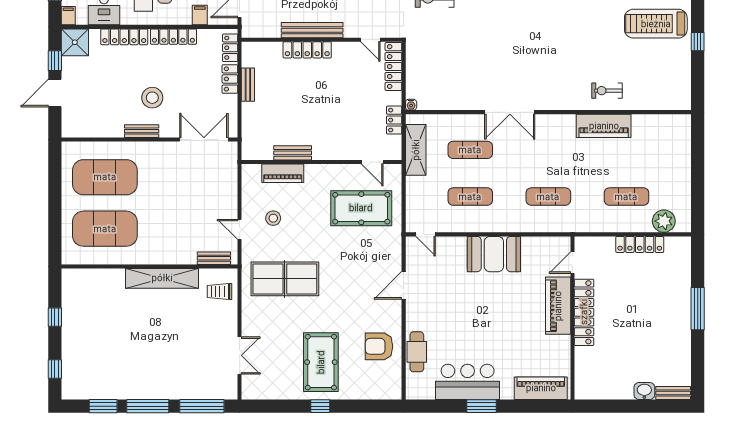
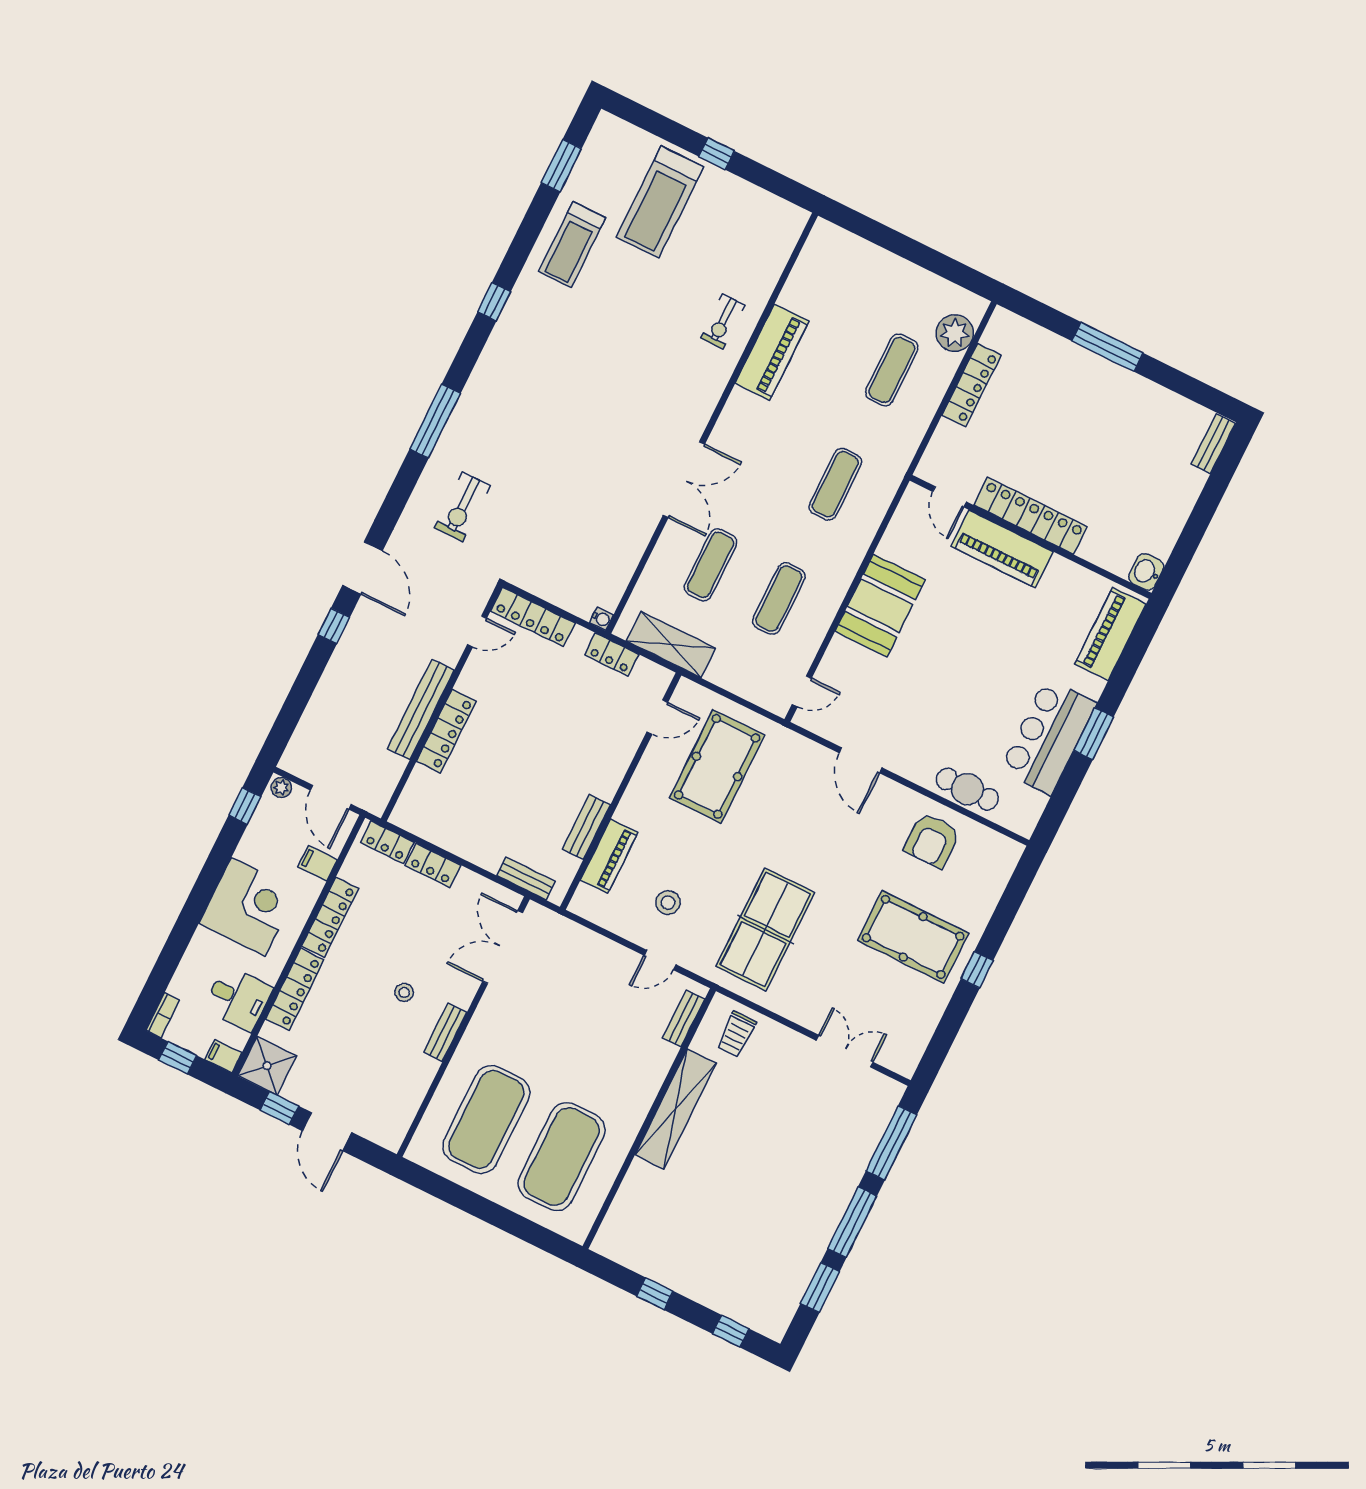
bench: (248, 85) -> (526, 879), moved
stool: (152, 98) -> (404, 992), width x0.53, depth x0.53
washbasin: (644, 391) -> (1146, 572), moved

